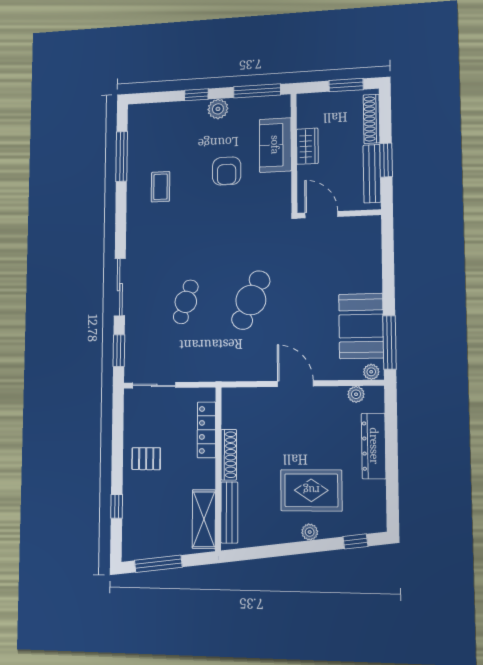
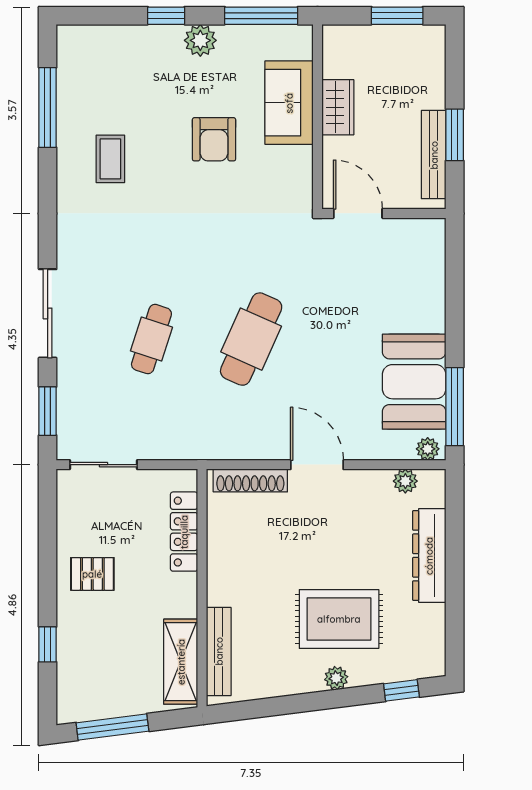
shoe rack: (372, 119) -> (434, 70), removed
shoe rack: (229, 455) -> (250, 480), moved, turned 90

